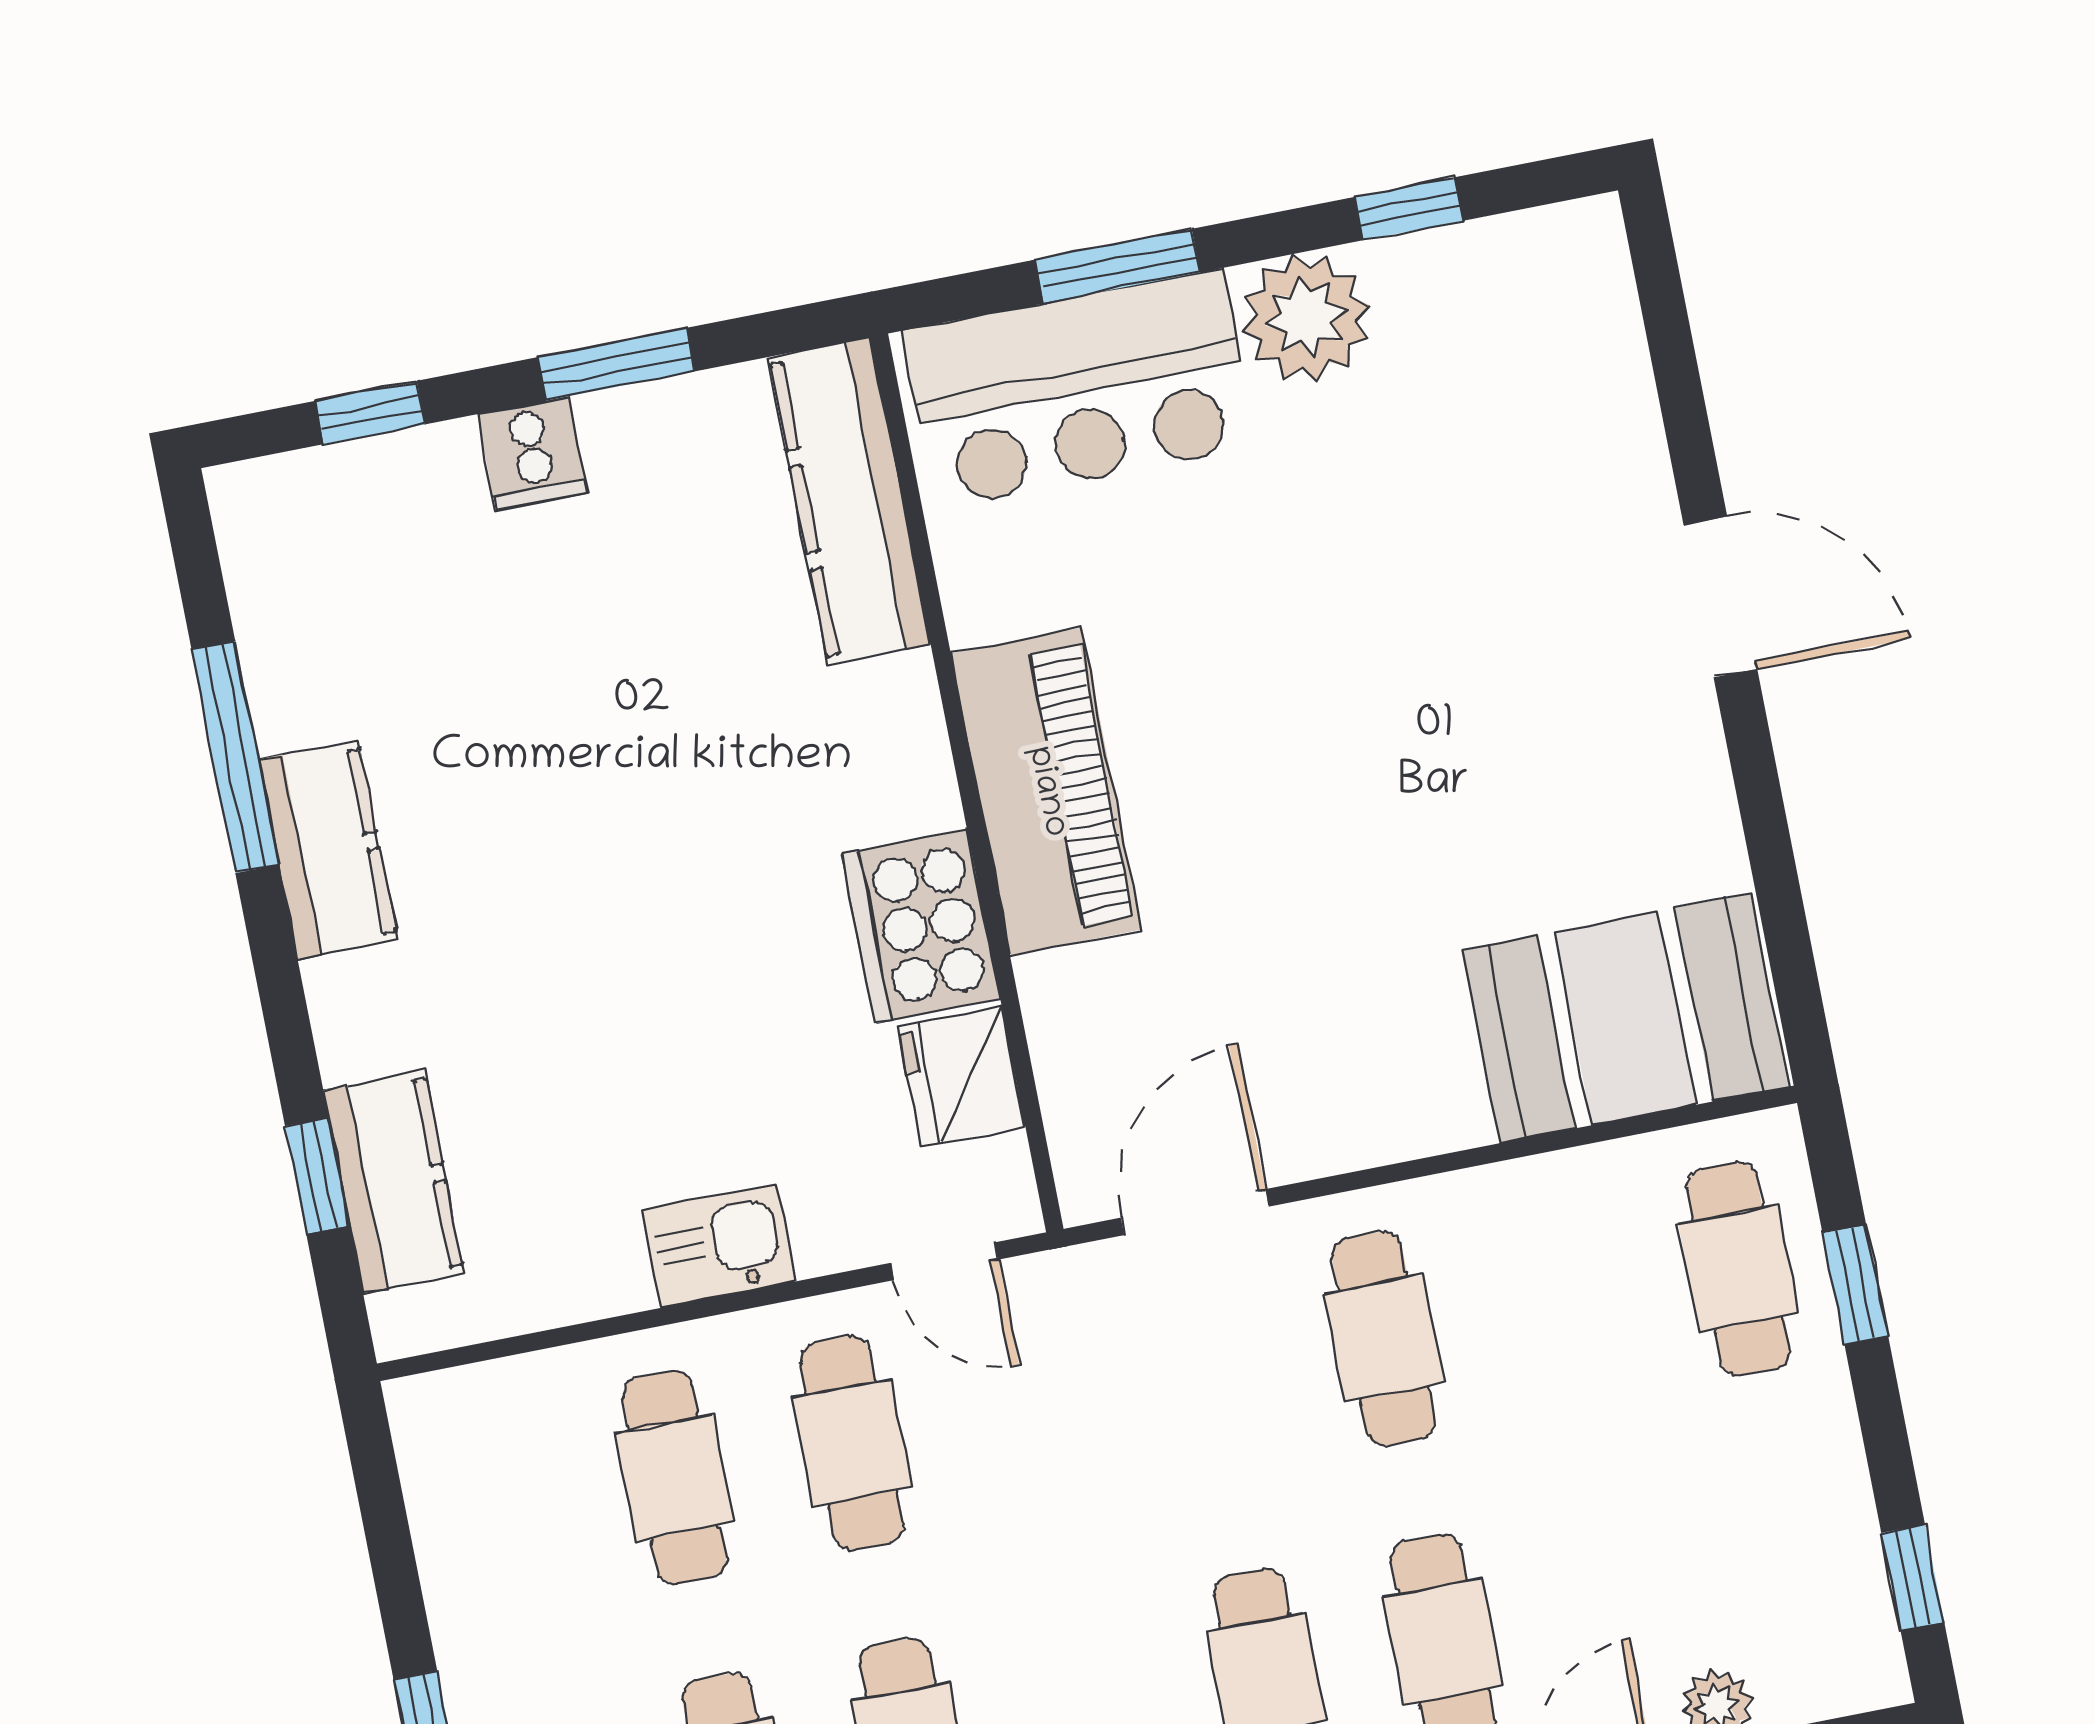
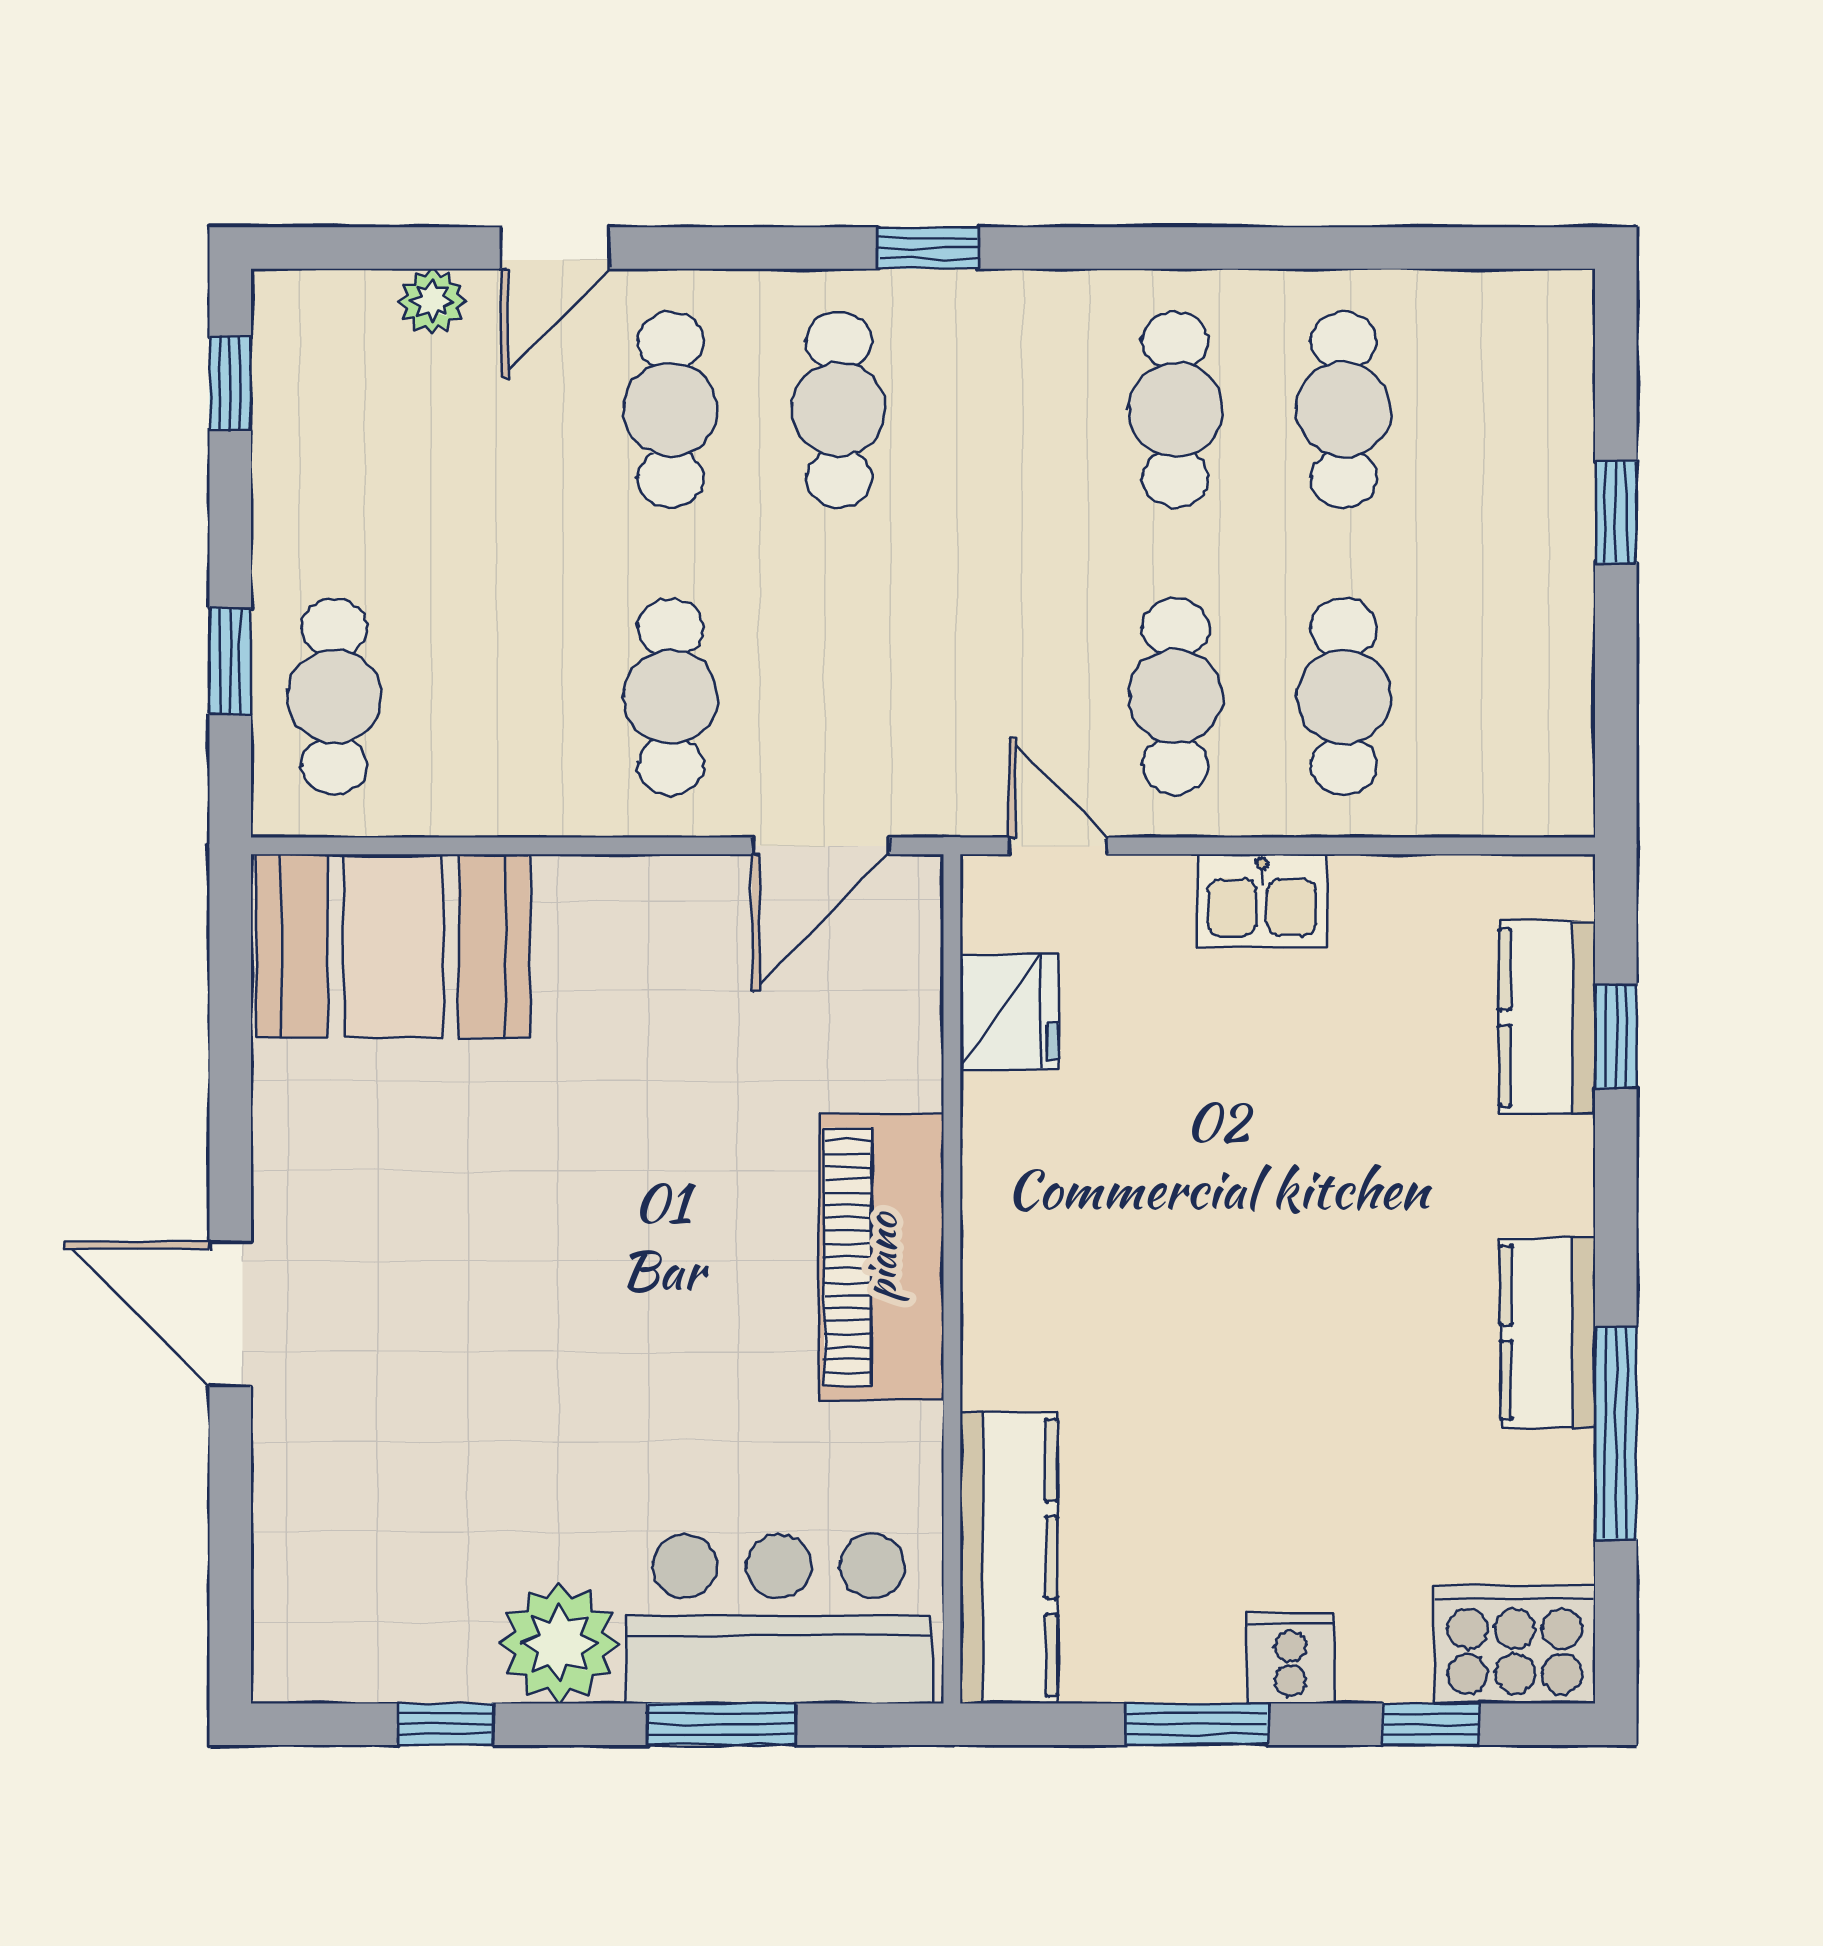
cooker: (921, 926) -> (1515, 1644), moved, turned -90

